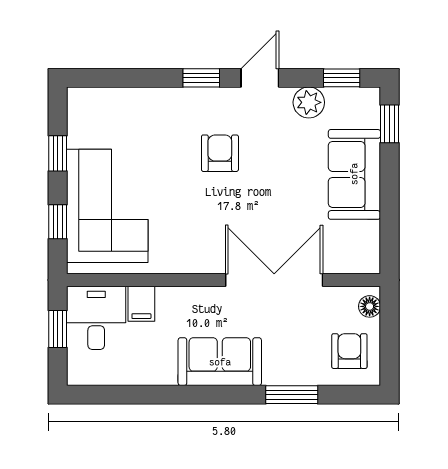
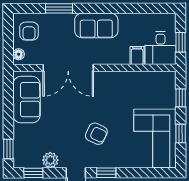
armchair: (220, 153) -> (96, 134), turned -65
sofa: (354, 174) -> (27, 100), moved
corner sofa: (107, 206) -> (155, 138), moved

